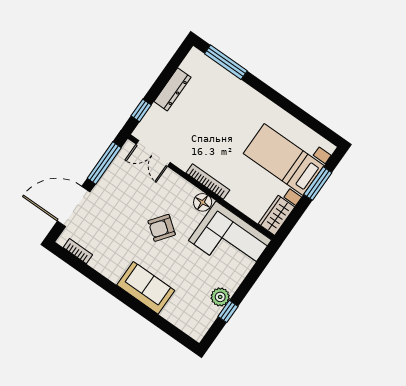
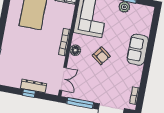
dresser: (172, 89) -> (34, 86), moved
window: (141, 110) -> (29, 93), moved
floor lamp: (203, 202) -> (75, 50), moved

